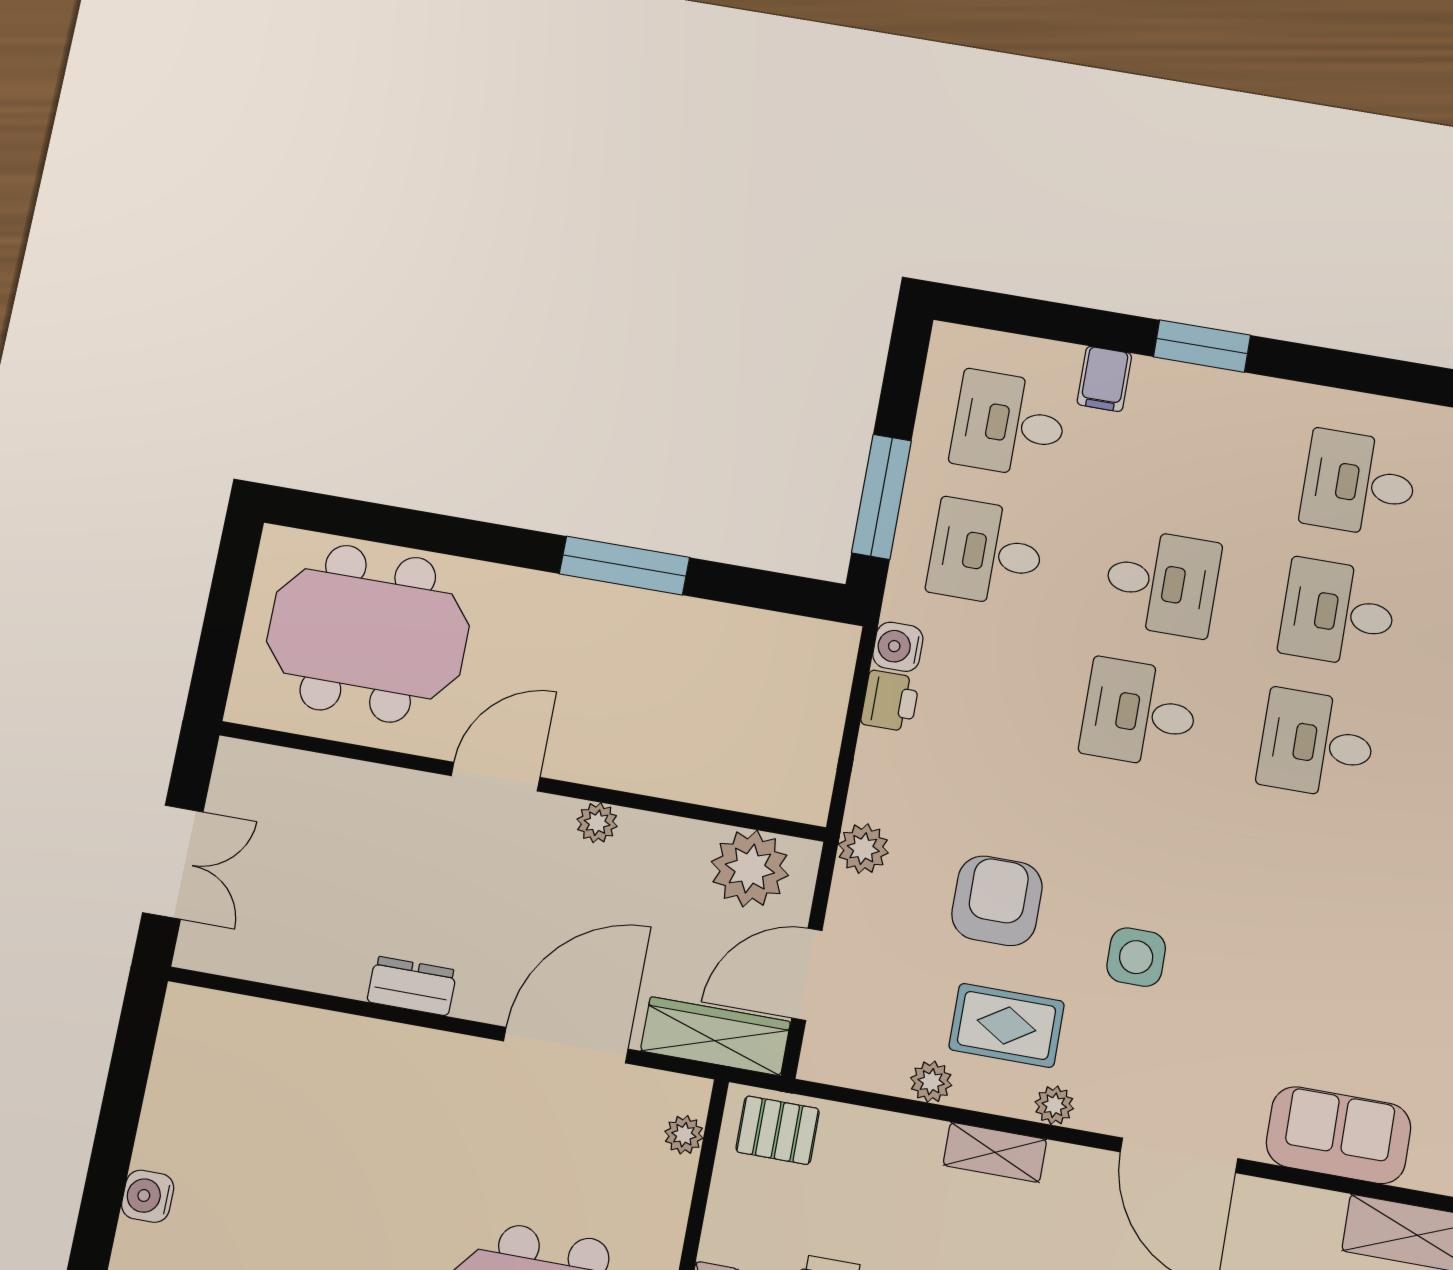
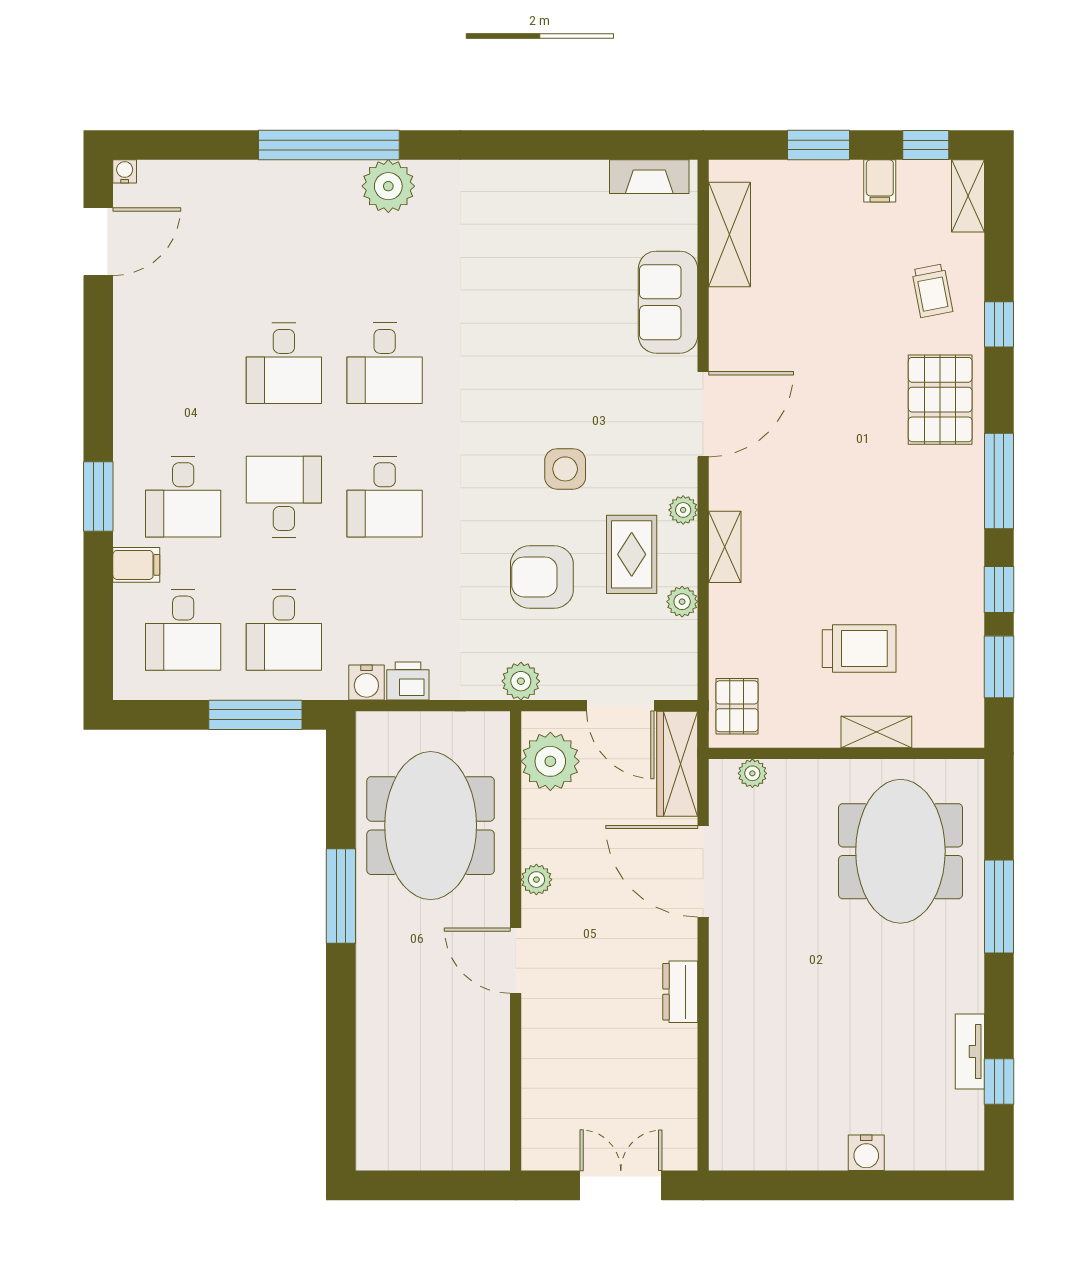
desk: (1359, 484) -> (183, 497), moved
meeting table: (368, 634) -> (431, 826), moved

